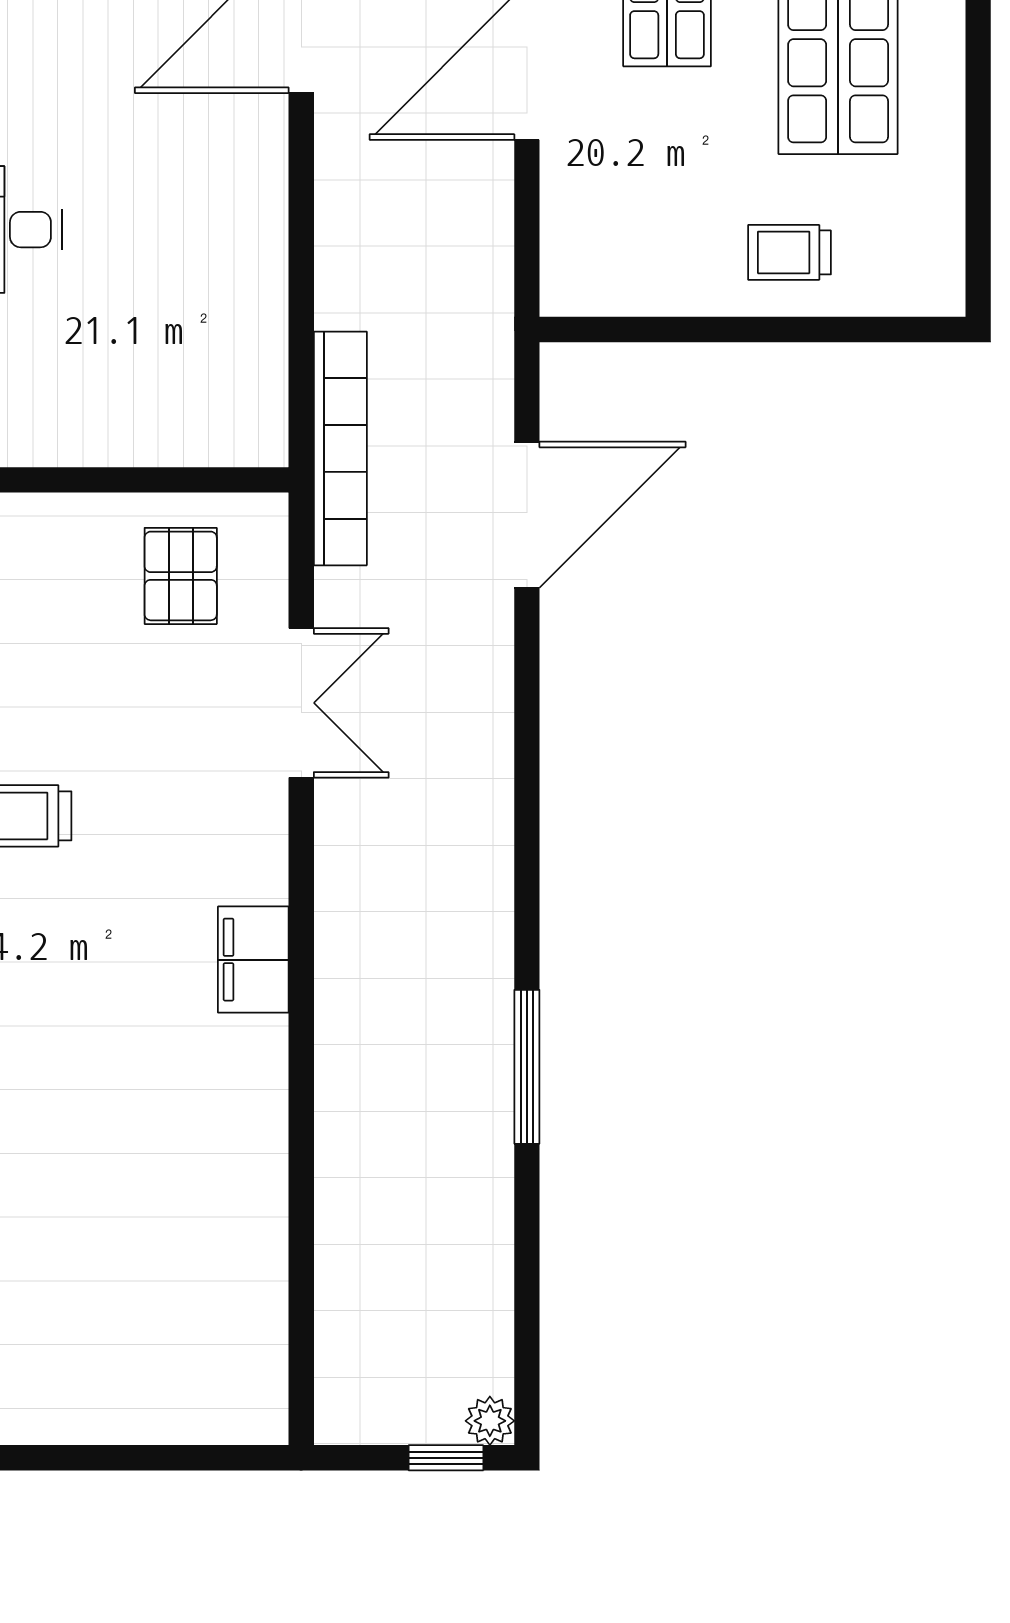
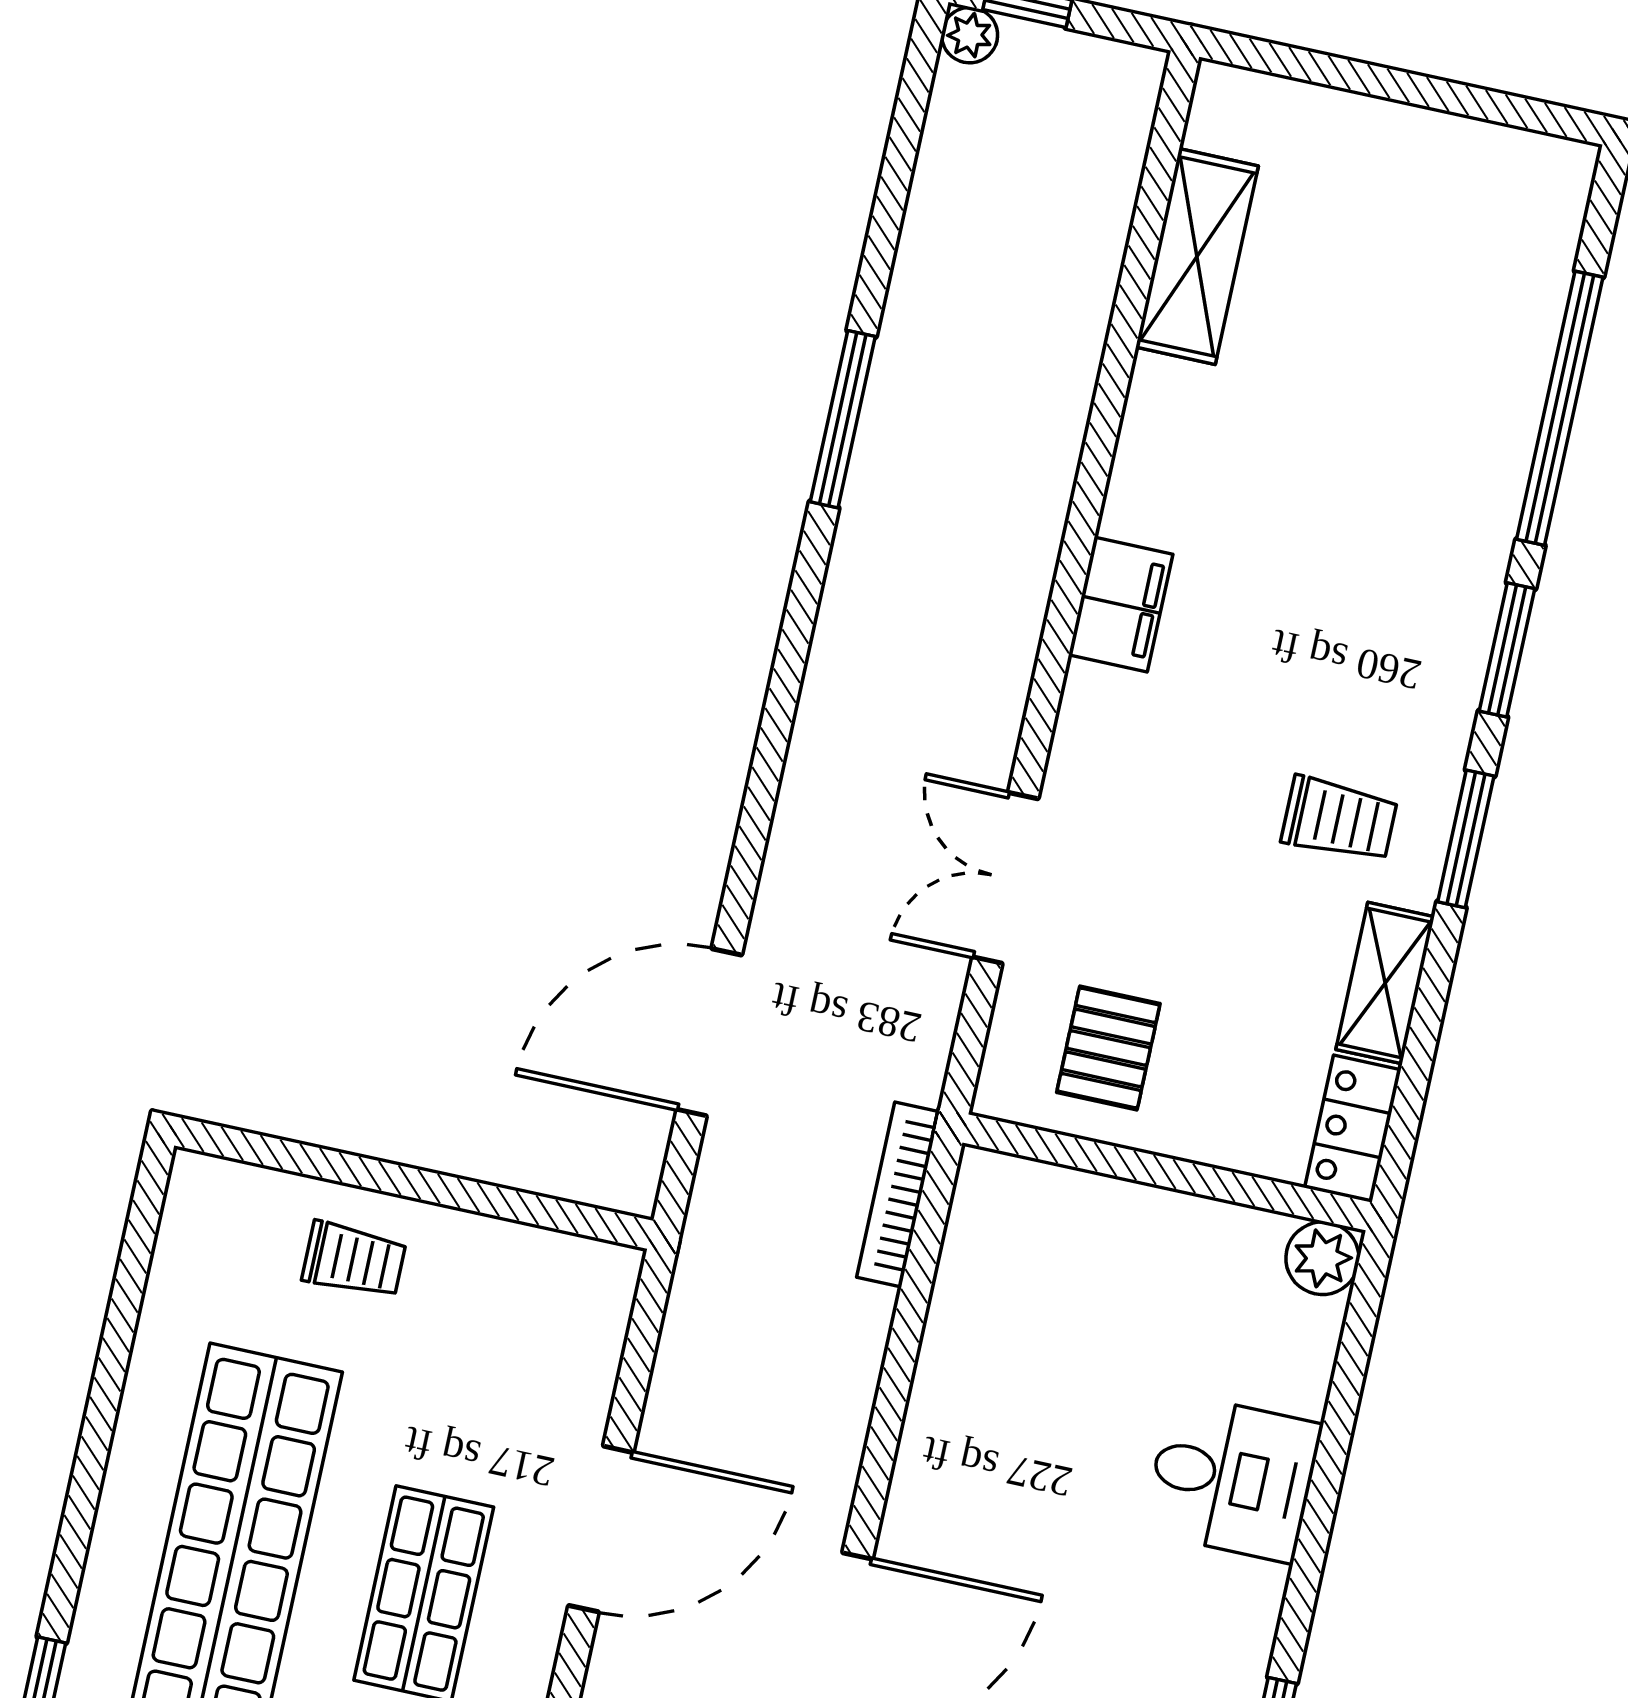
bookcase: (340, 448) -> (898, 1195), width x0.68, depth x0.76
shelving: (253, 1273) -> (1197, 257), added

